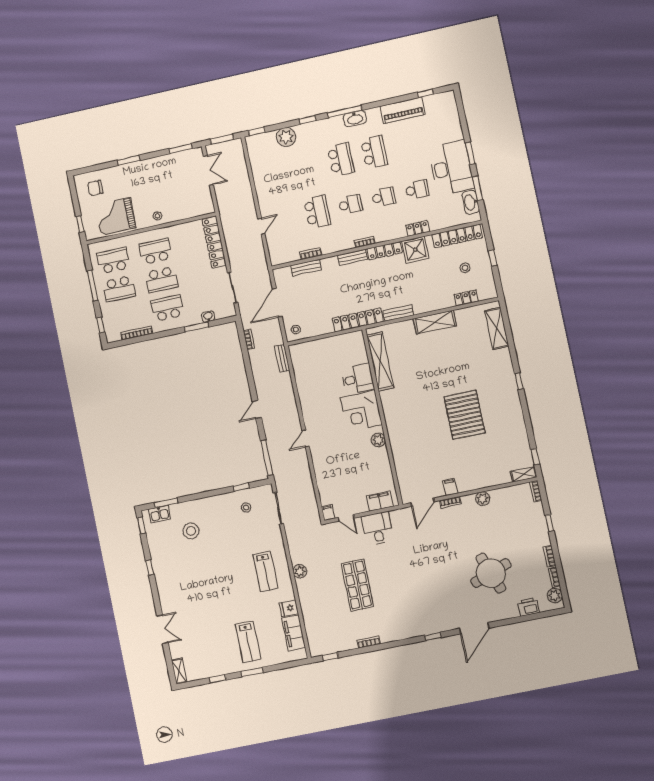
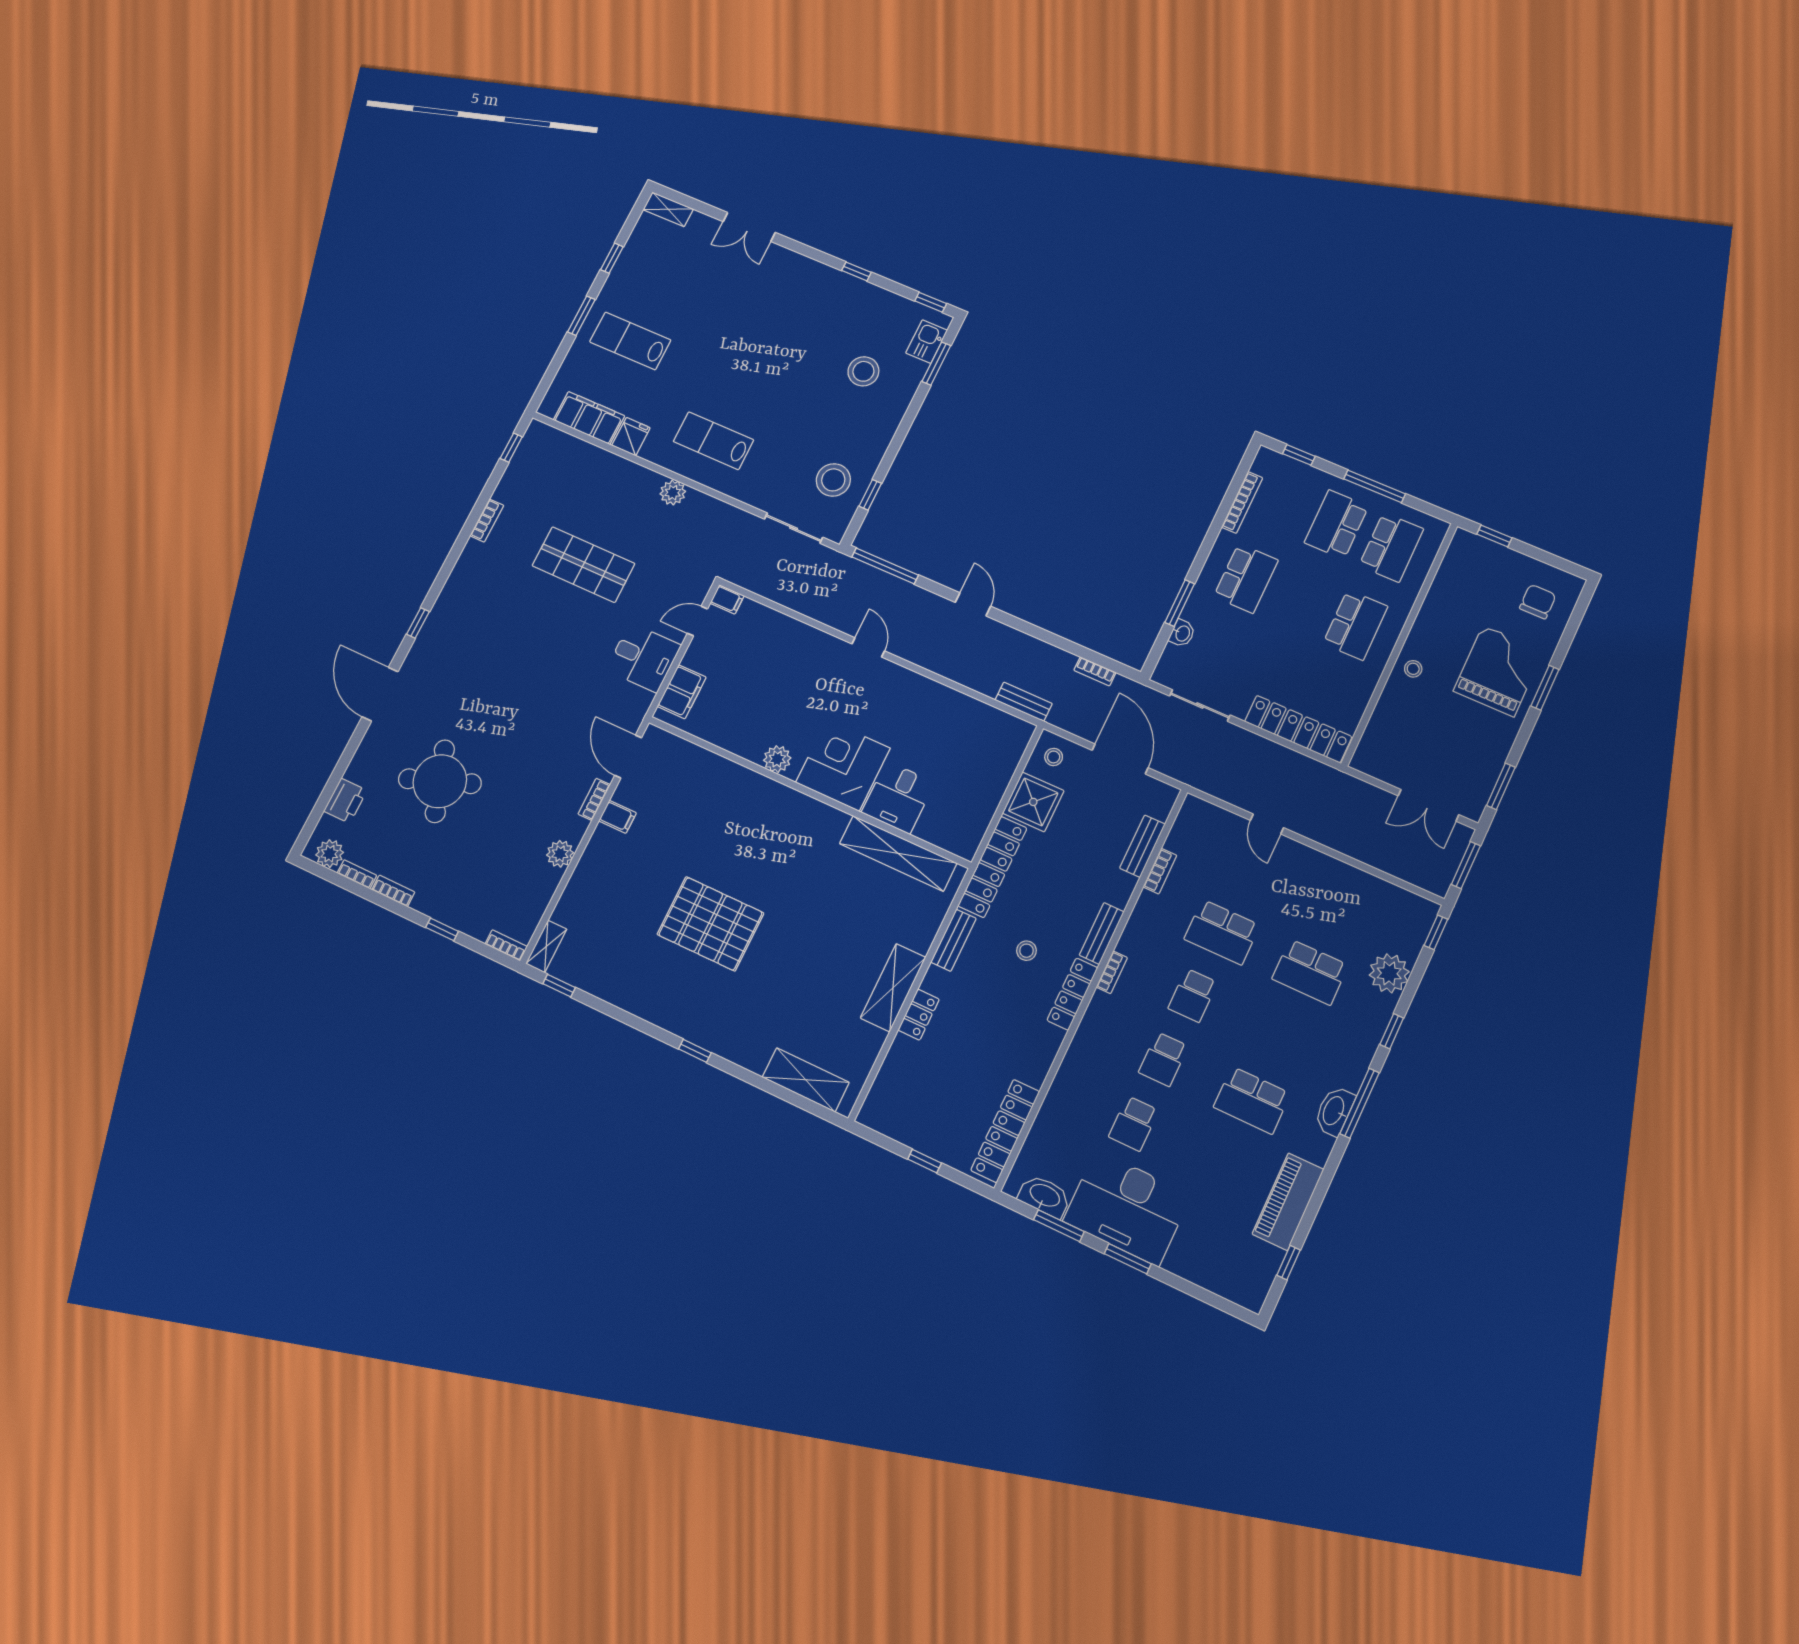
school desk: (341, 159) -> (1310, 972), moved
grand piano: (116, 216) -> (1498, 671), moved
locker: (418, 228) -> (1068, 1075), removed
shower: (415, 250) -> (1033, 802), moved
stool: (465, 268) -> (1026, 951), moved
school desk: (161, 280) -> (1300, 602), removed
locker: (466, 298) -> (919, 1015), moved
stool: (246, 507) -> (833, 480), width x1.89, depth x1.89

